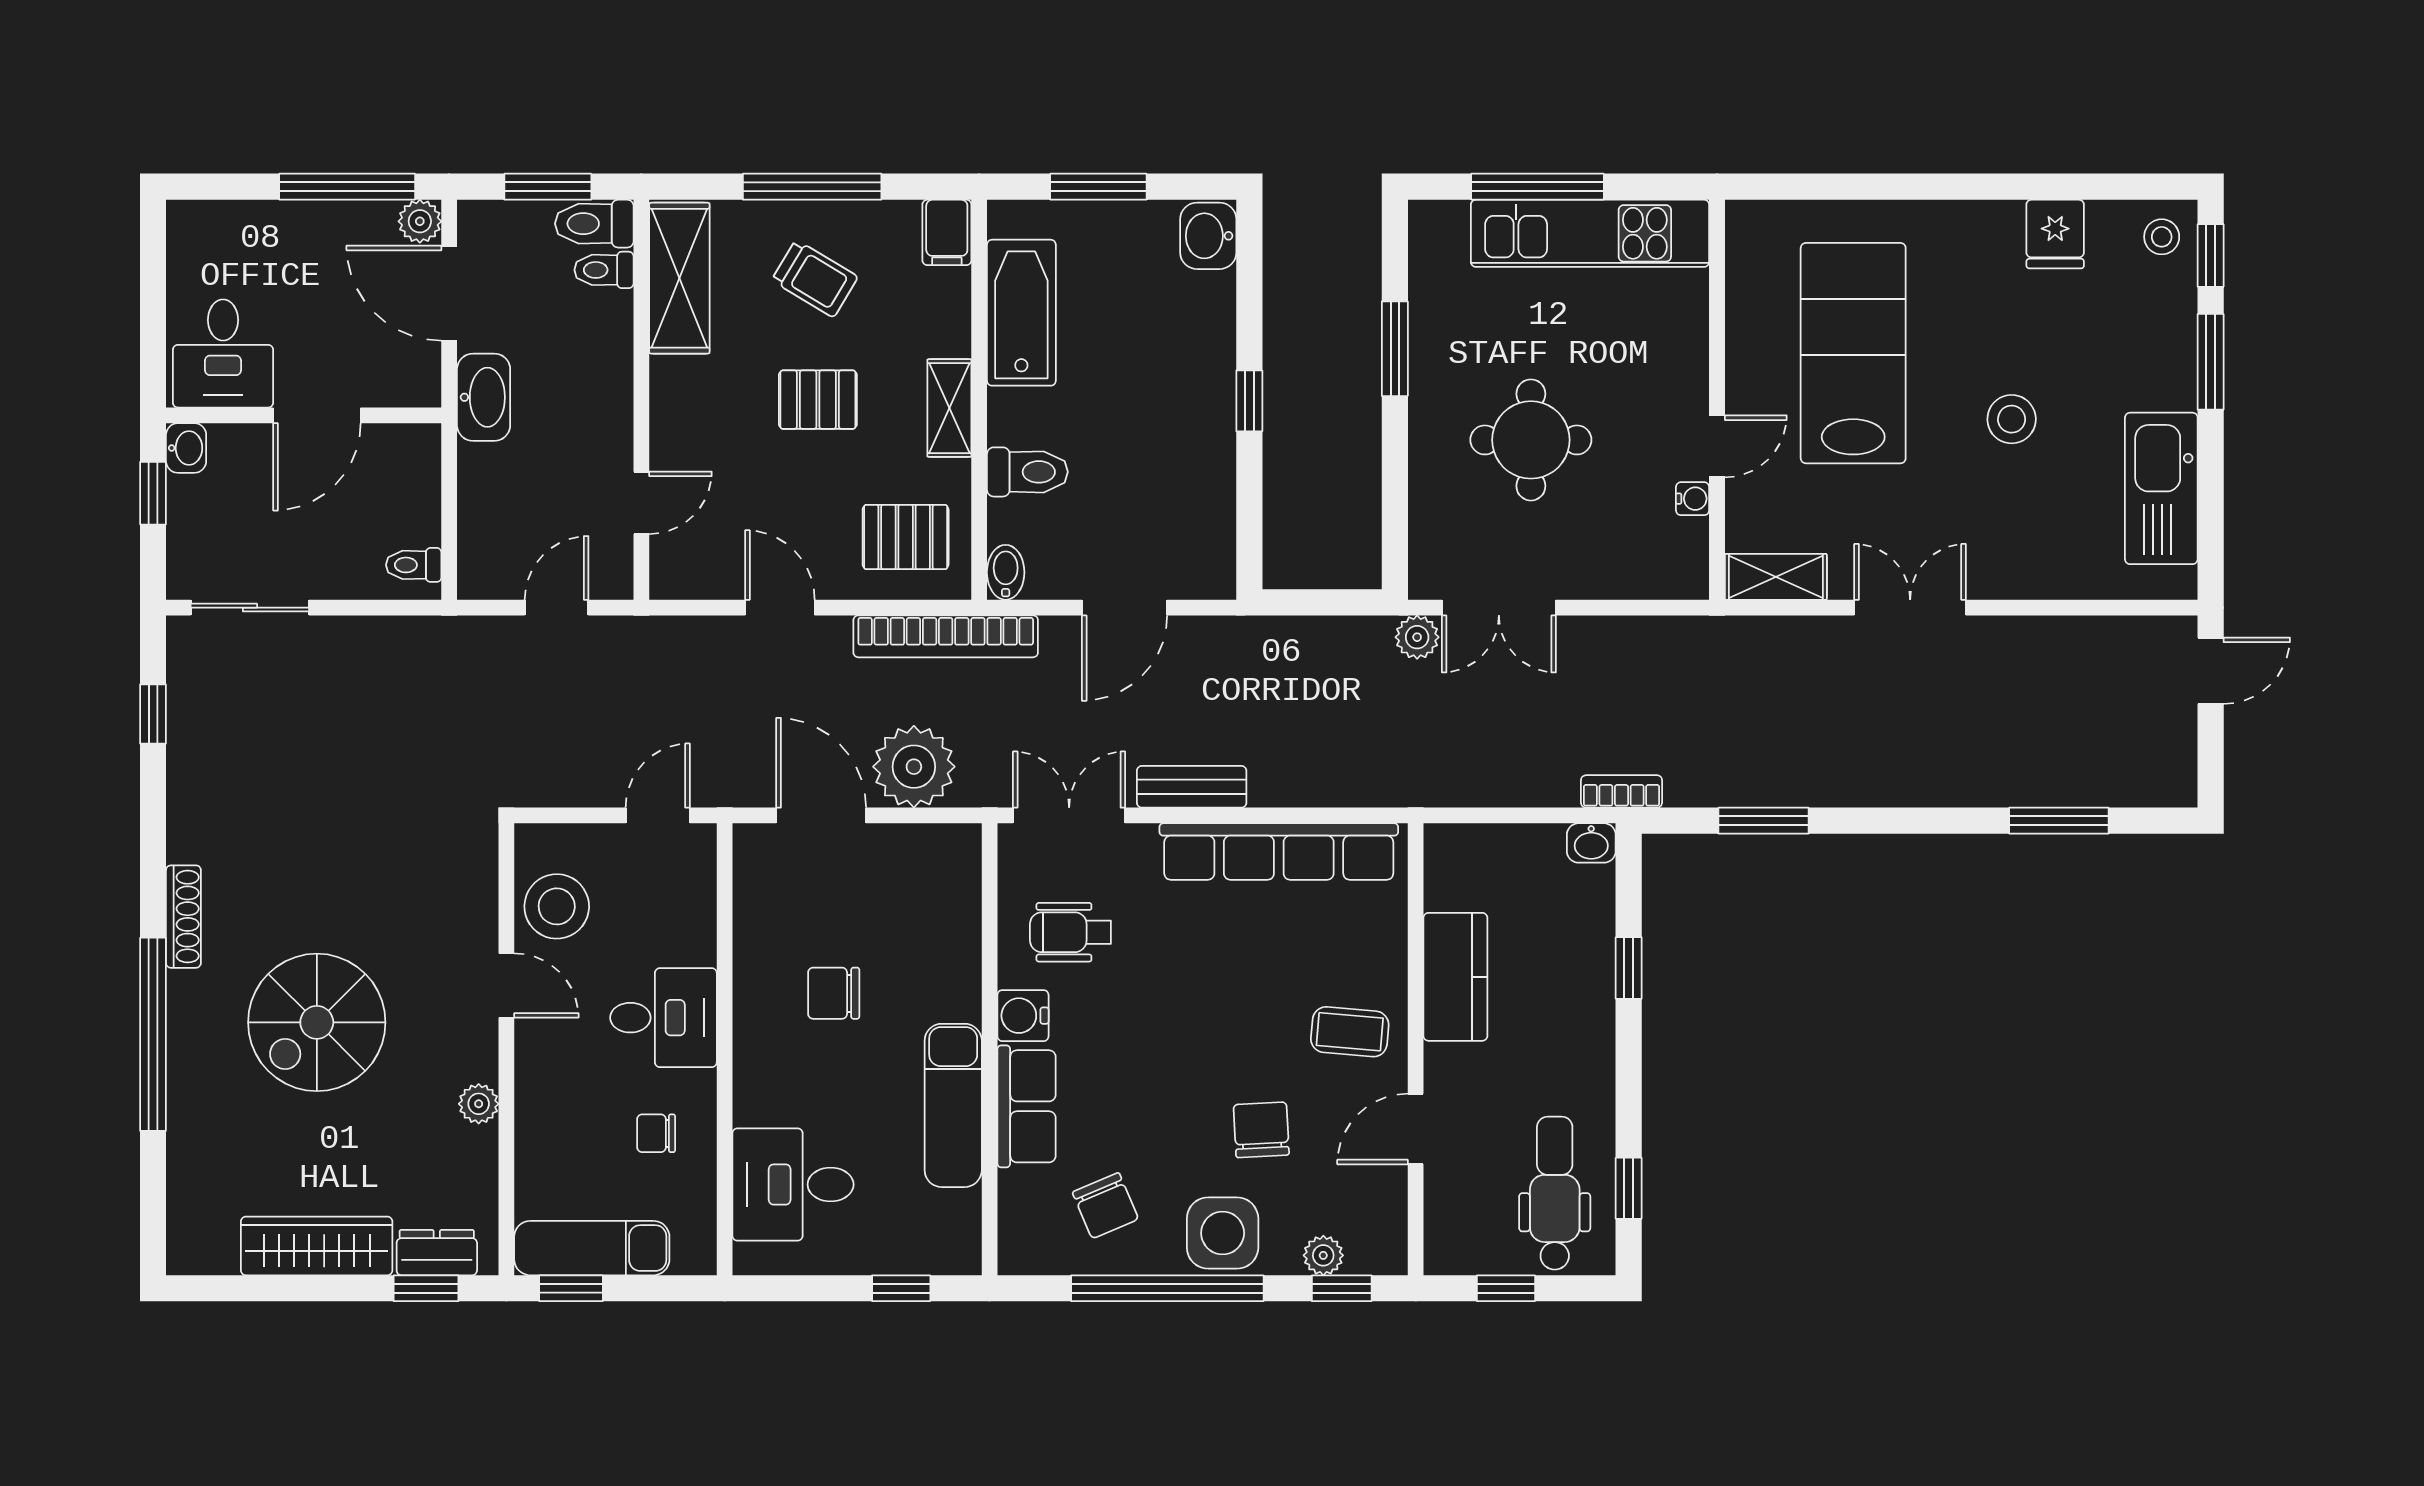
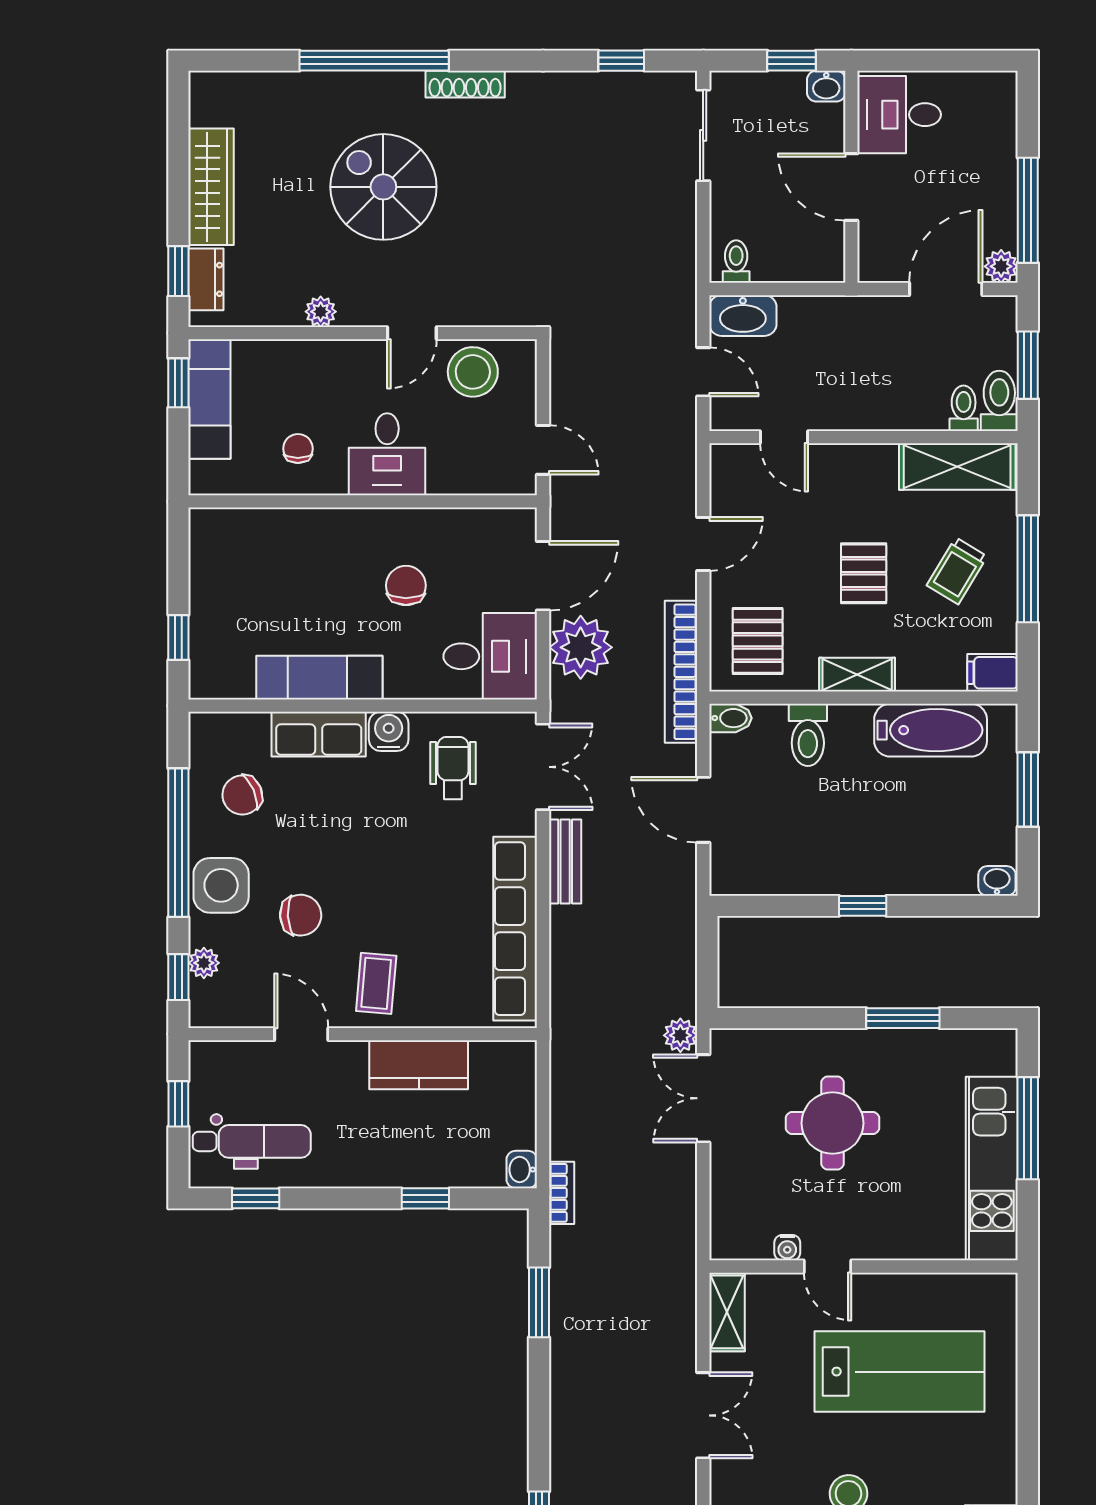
washbasin: (1208, 236) -> (997, 881), width x0.72, depth x0.69
washbasin: (484, 397) -> (743, 316), moved
desk: (793, 1184) -> (490, 656), moved, turned 90

